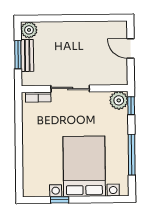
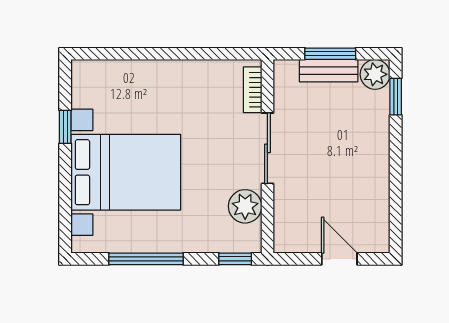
window: (41, 18) -> (396, 97), added
door: (131, 48) -> (339, 259), hinge flipped
plant: (119, 100) -> (245, 206), moved

